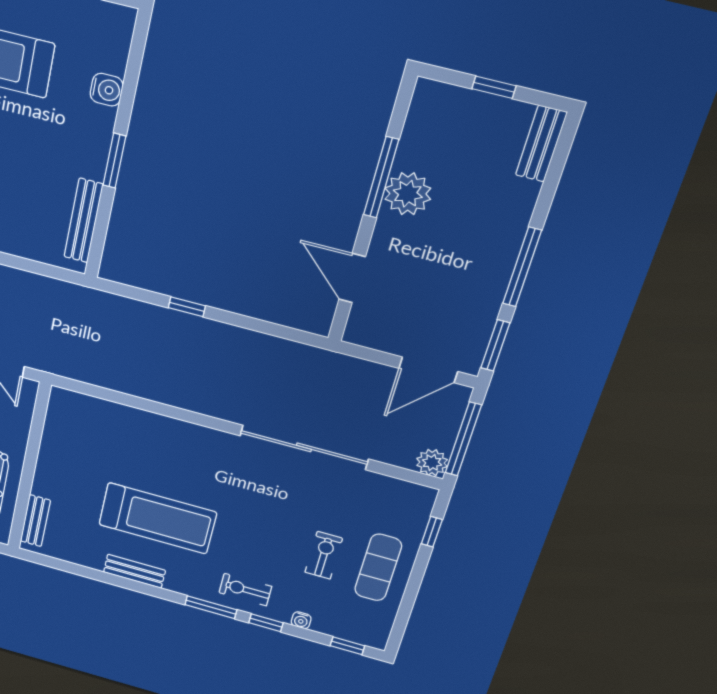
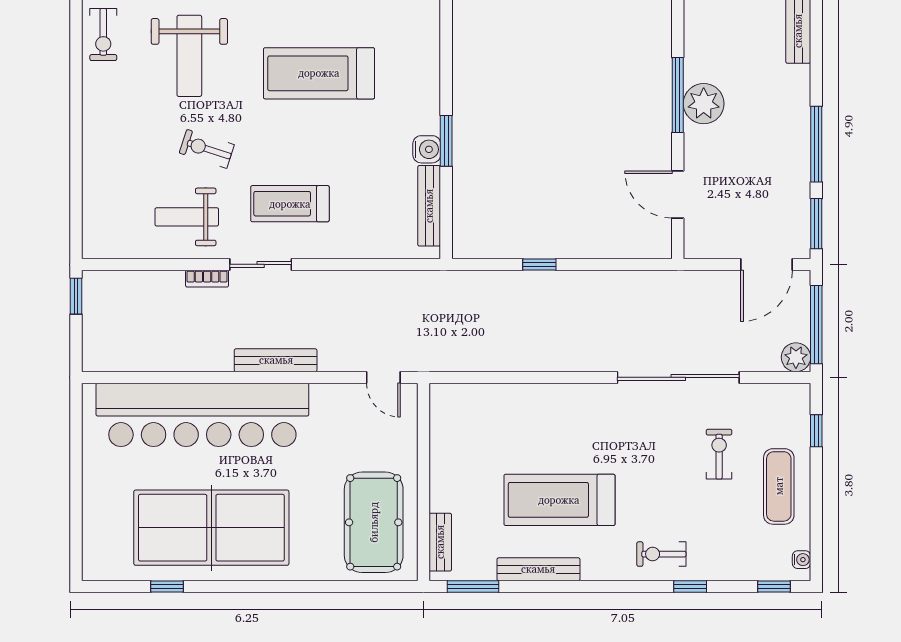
water cooler: (107, 90) -> (427, 149), moved
treadmill: (157, 518) -> (559, 500), turned 180
exercise bike: (324, 555) -> (719, 454), moved
bench: (134, 571) -> (538, 569), width x1.36
window: (211, 607) -> (473, 586), moved
water cooler: (301, 620) -> (801, 560), moved, turned -90

